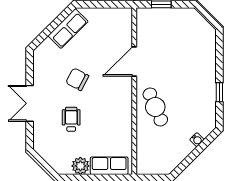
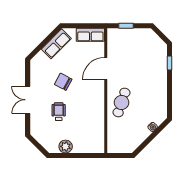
window: (219, 92) -> (169, 63), moved
cafe table: (155, 107) -> (122, 102), turned 42
row of seats: (109, 166) -> (90, 35), moved, turned 180

